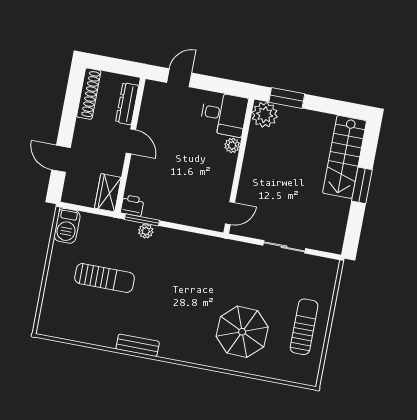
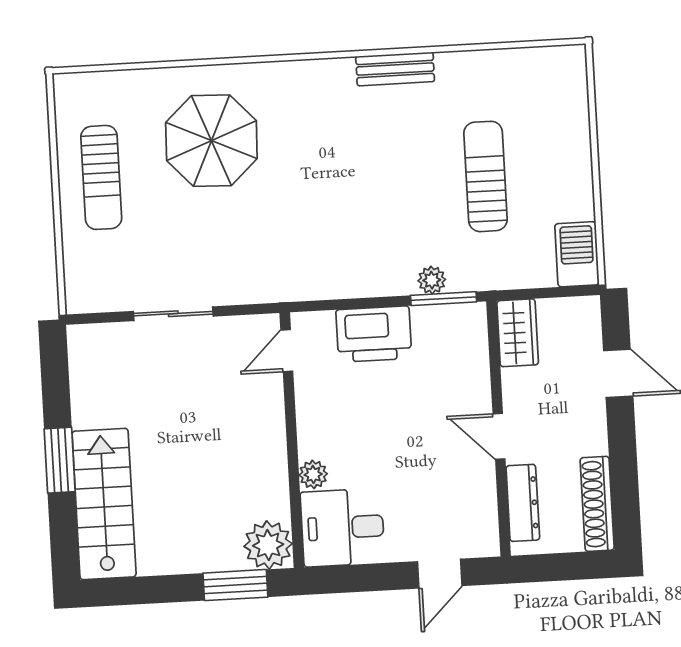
printer: (132, 206) -> (374, 334), moved, width x1.87, depth x1.48
sun lounger: (105, 278) -> (485, 176), turned 90

